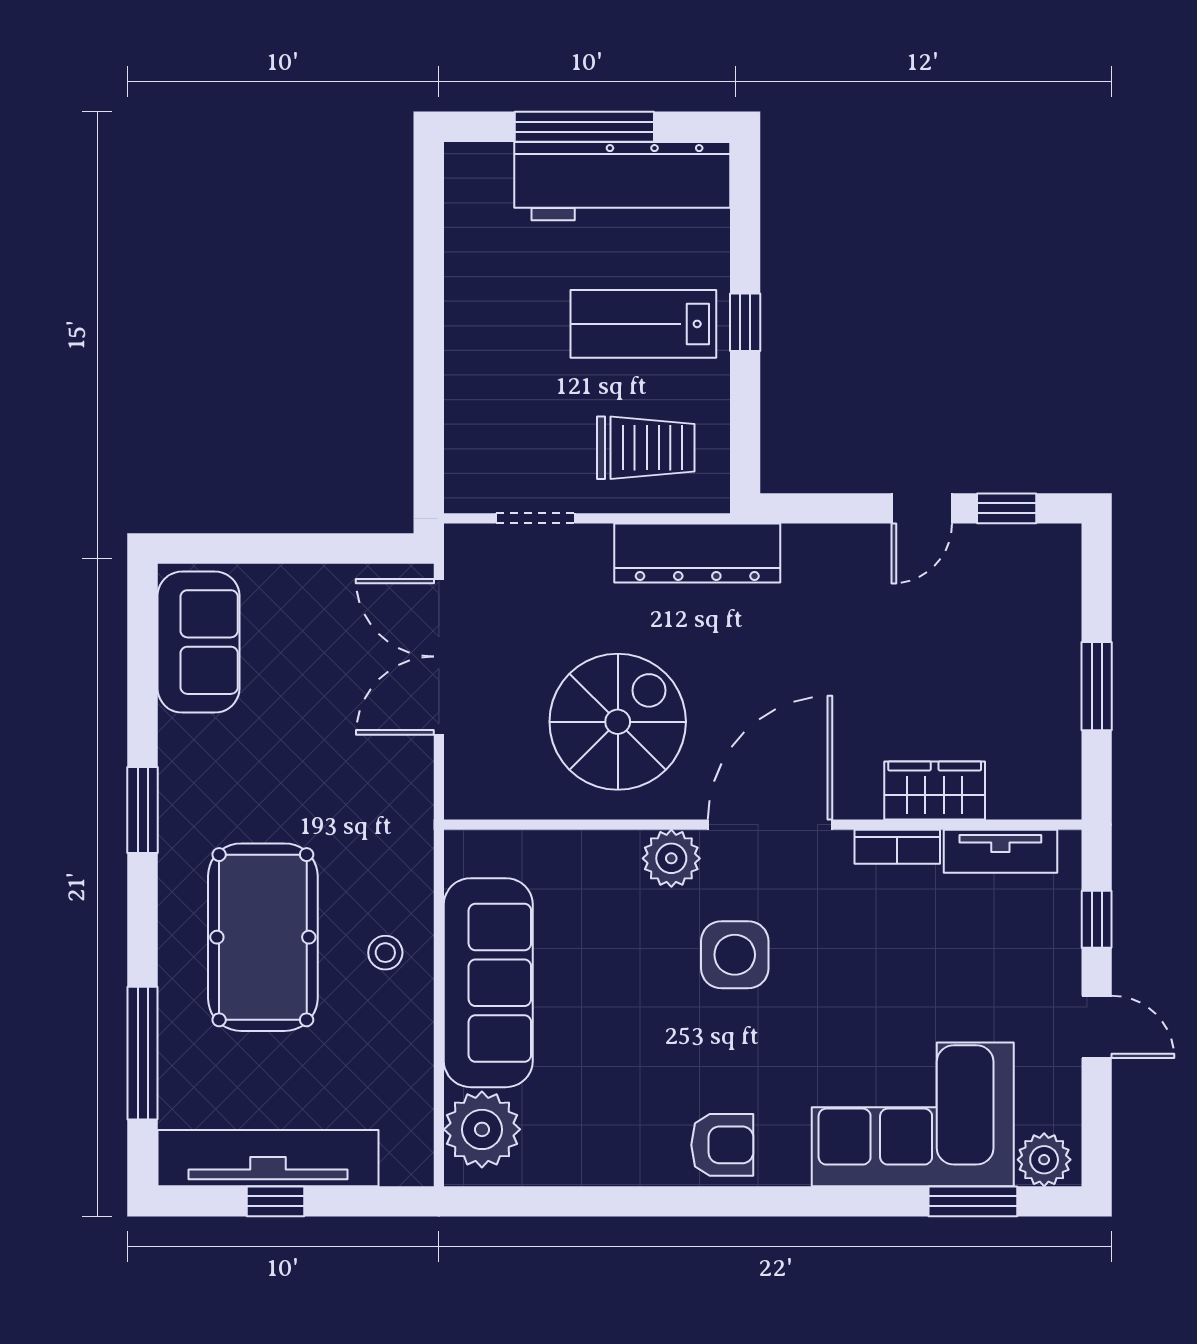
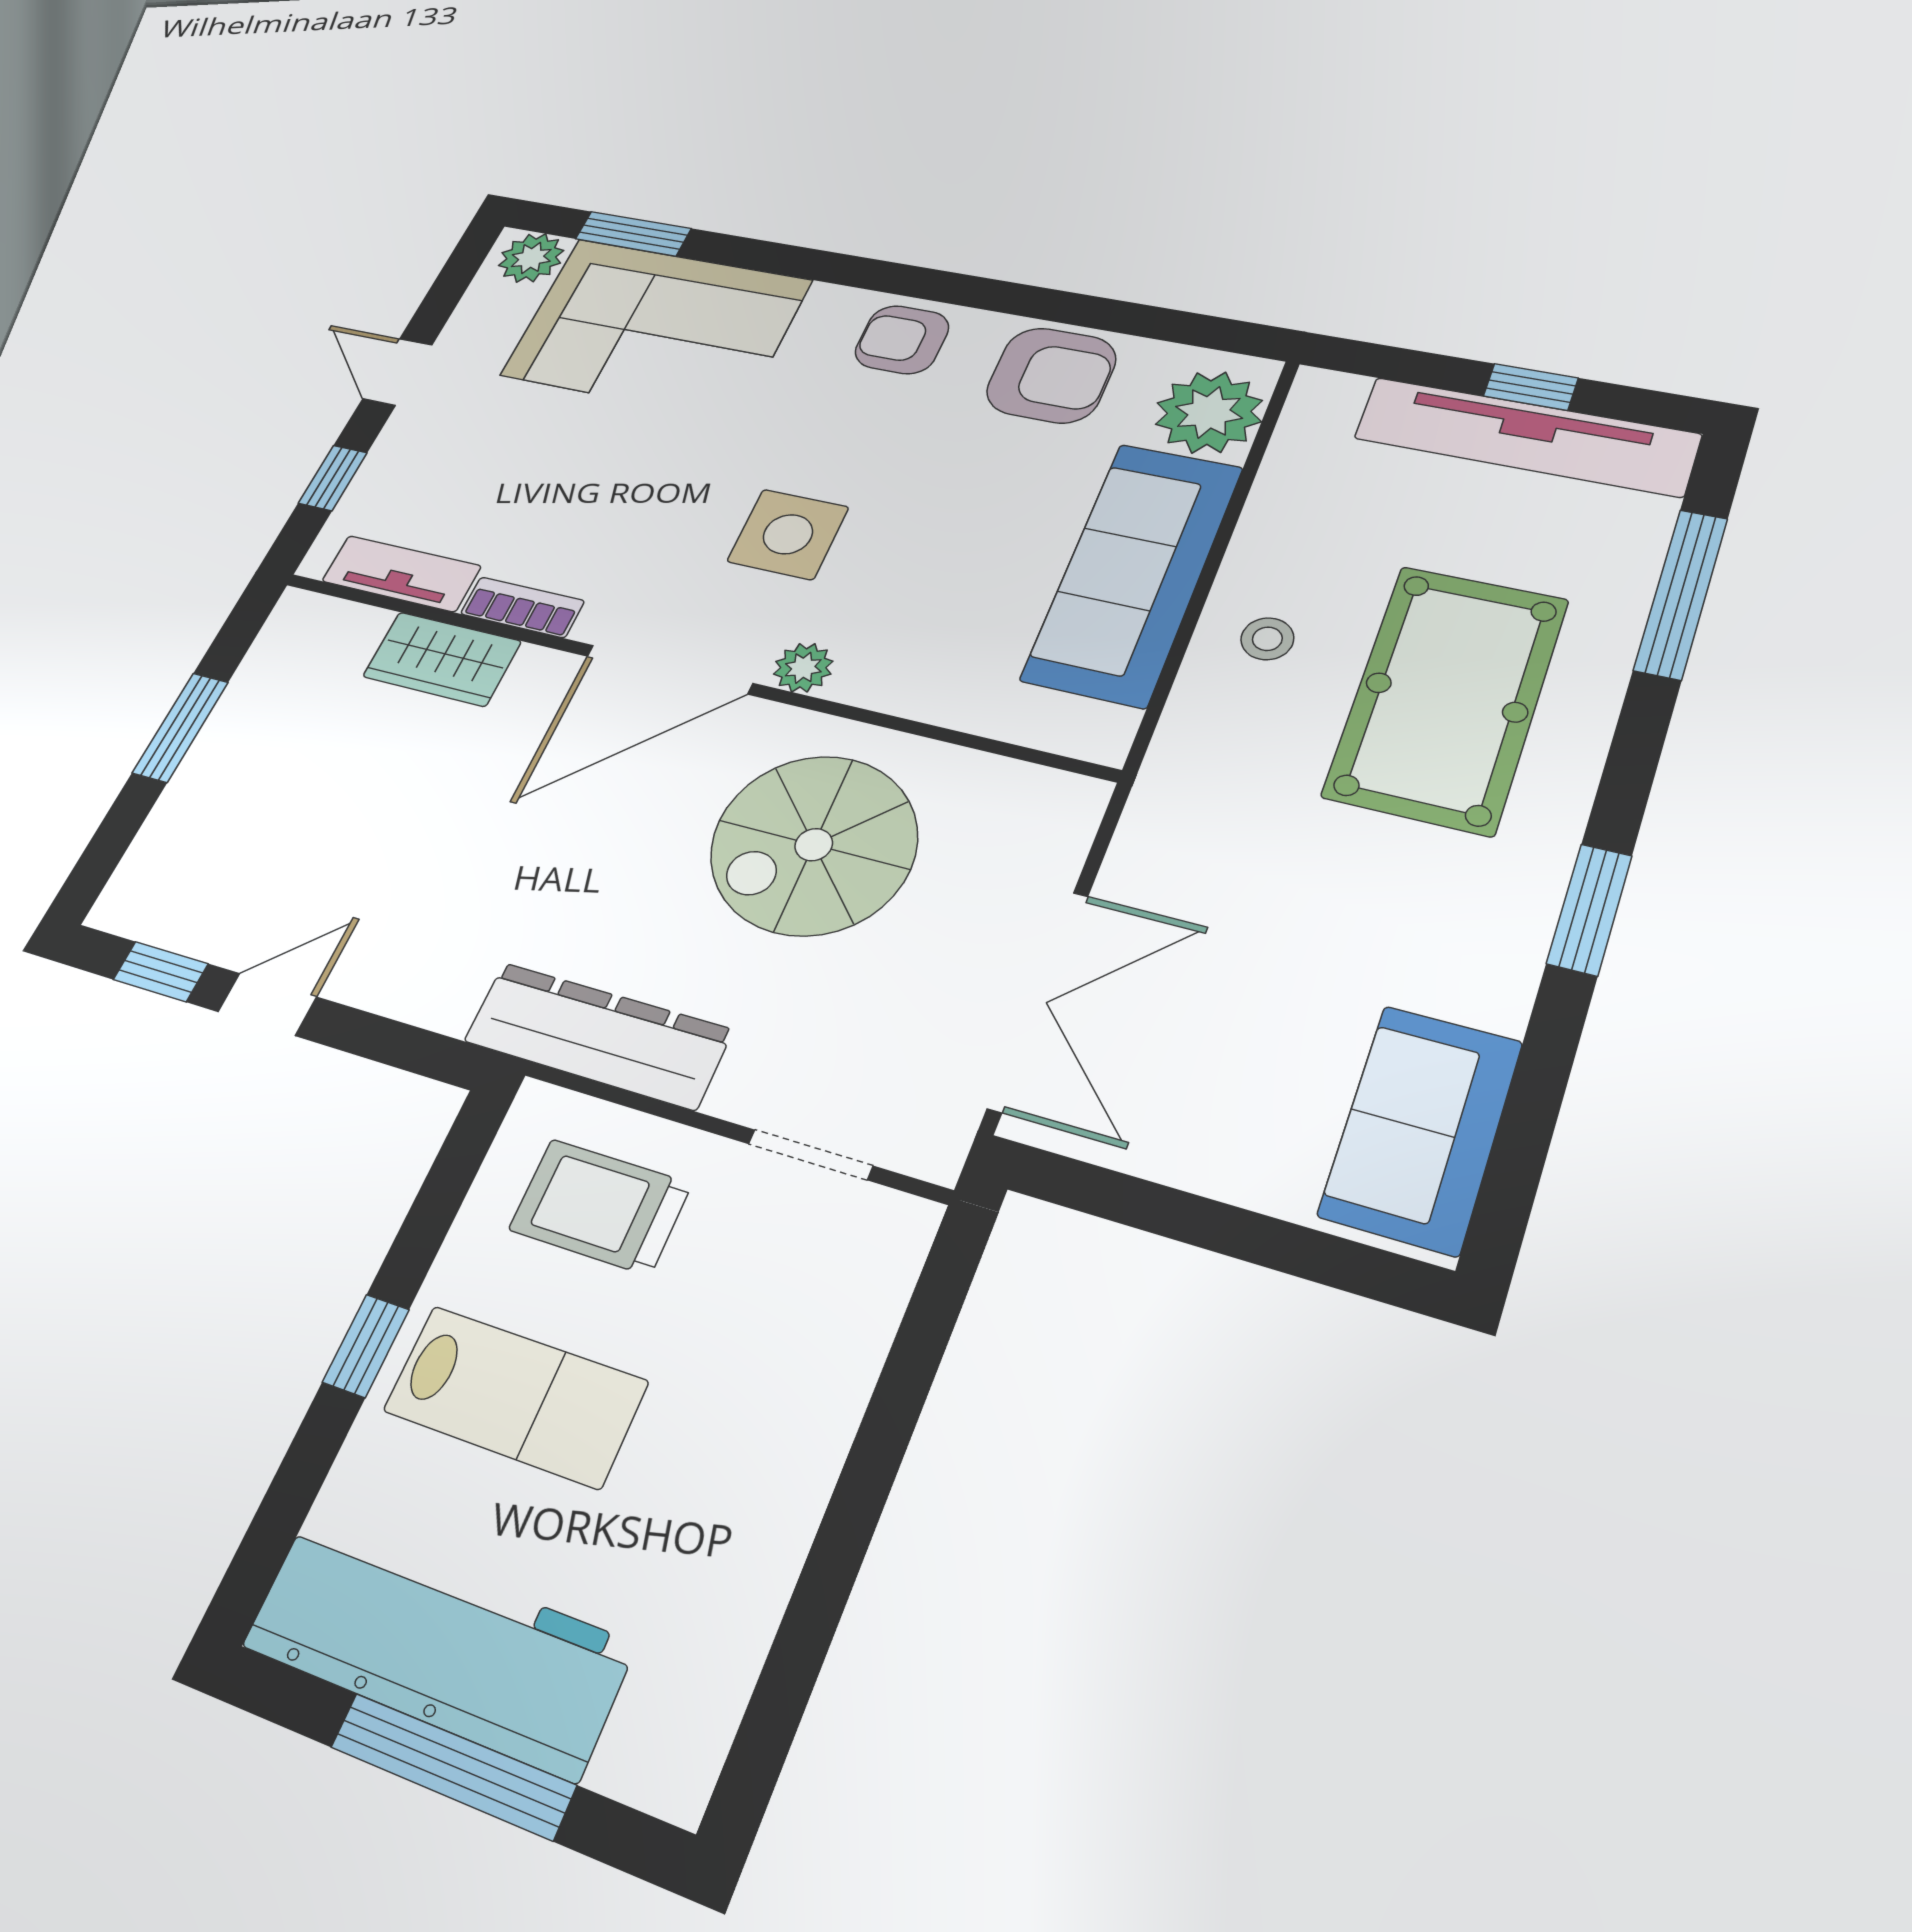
plant: (671, 858) -> (803, 668), width x0.73, depth x0.73
armchair: (602, 1137) -> (1051, 375), added

